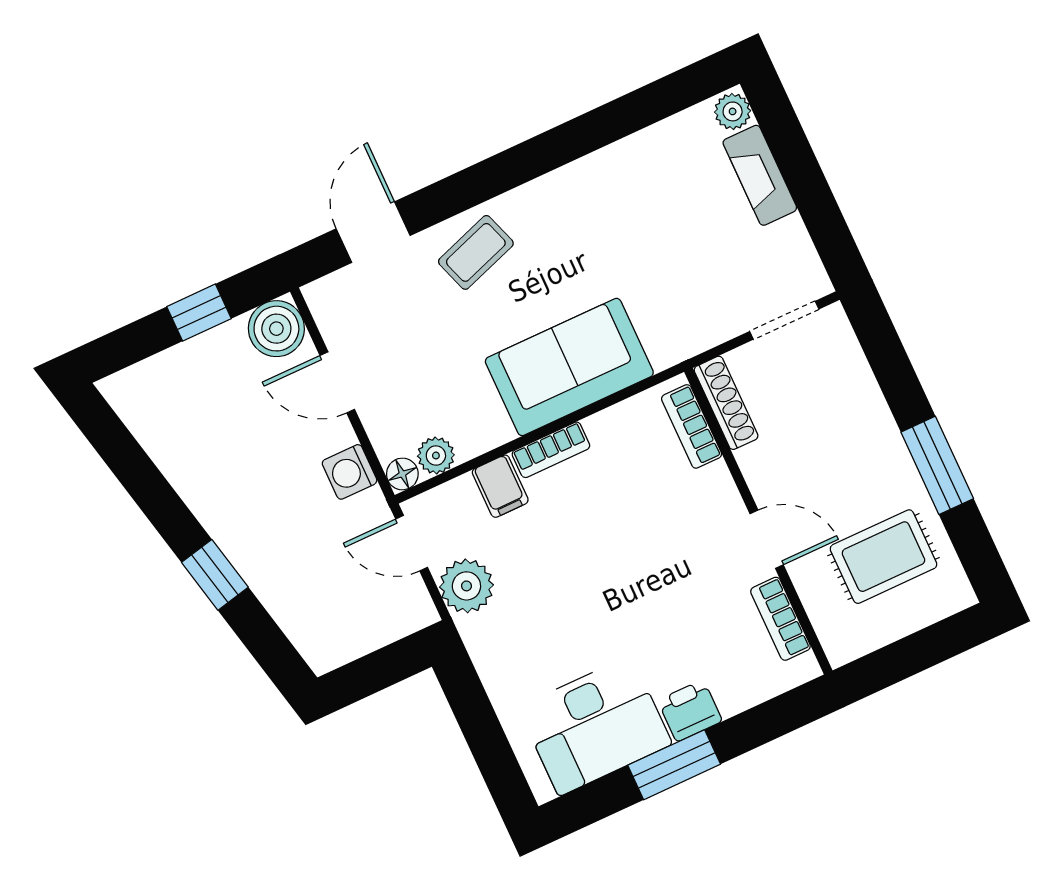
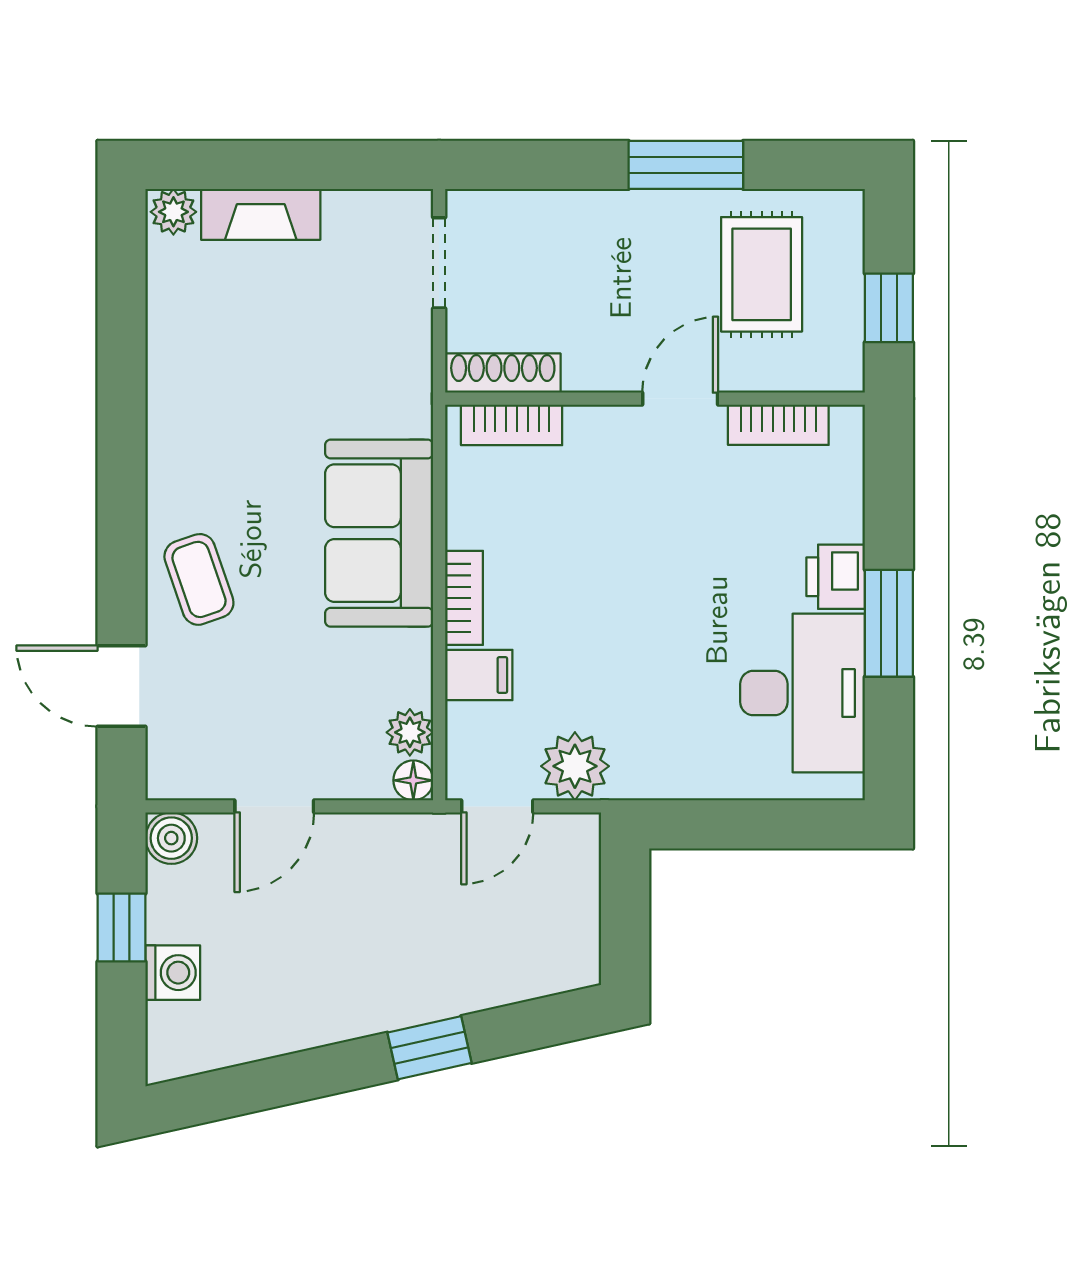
boiler: (276, 329) -> (171, 838), width x0.73, depth x0.73
washing machine: (350, 472) -> (173, 973), moved, turned -90
window: (902, 660) -> (889, 308), added

